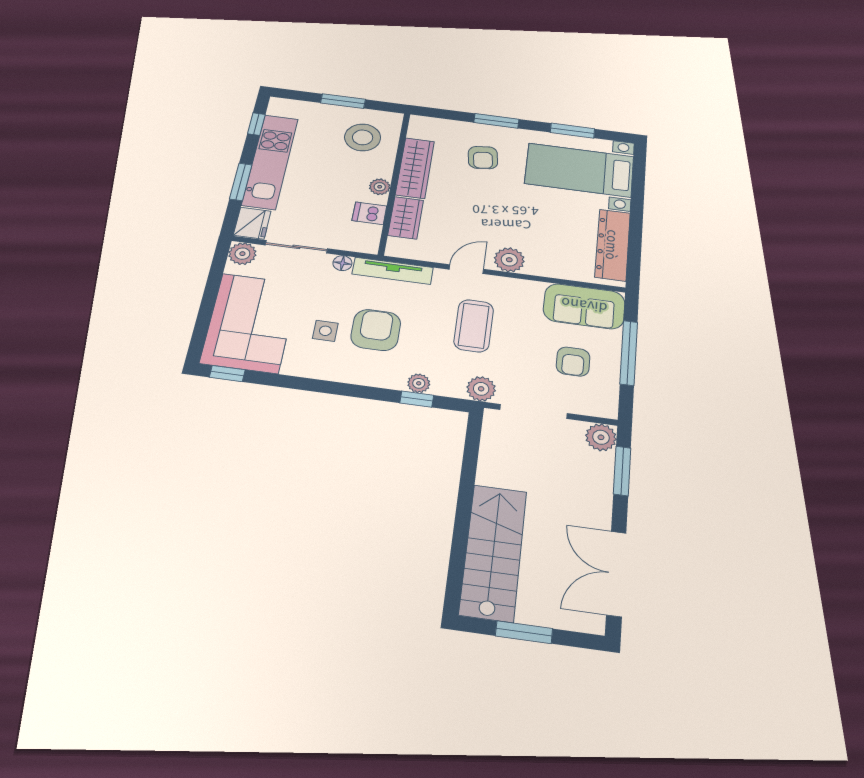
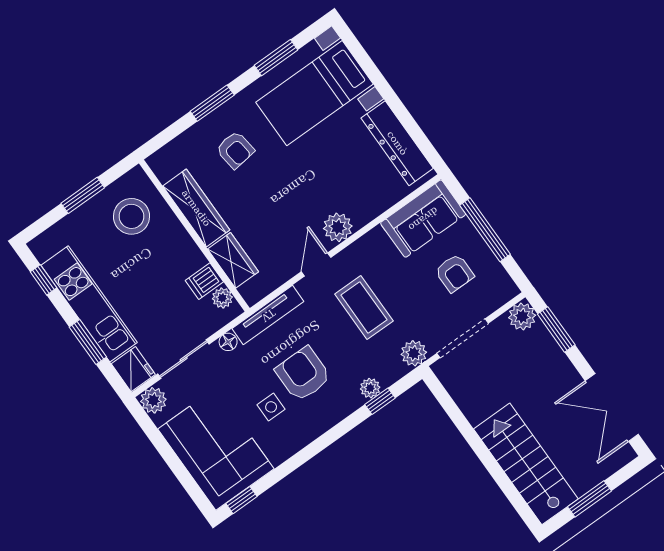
plant: (380, 187) -> (222, 298), moved

